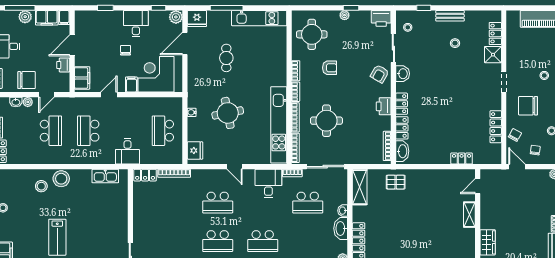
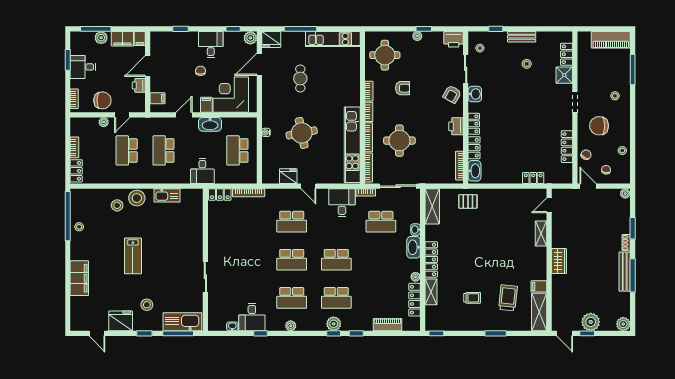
filing cabinet: (82, 78) -> (158, 98), width x0.50
washbasin: (16, 102) -> (210, 124), moved, width x1.91, depth x1.45
school desk: (51, 131) -> (127, 150), turned 180
fridge: (195, 150) -> (288, 176), moved, turned -90
kitchen sink: (105, 176) -> (167, 195), moved

